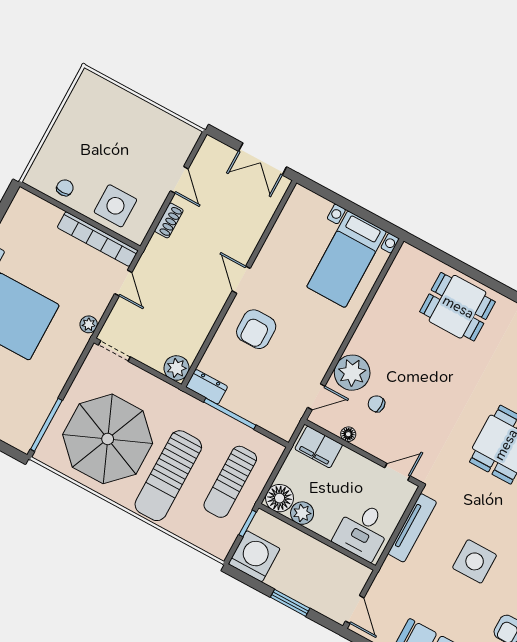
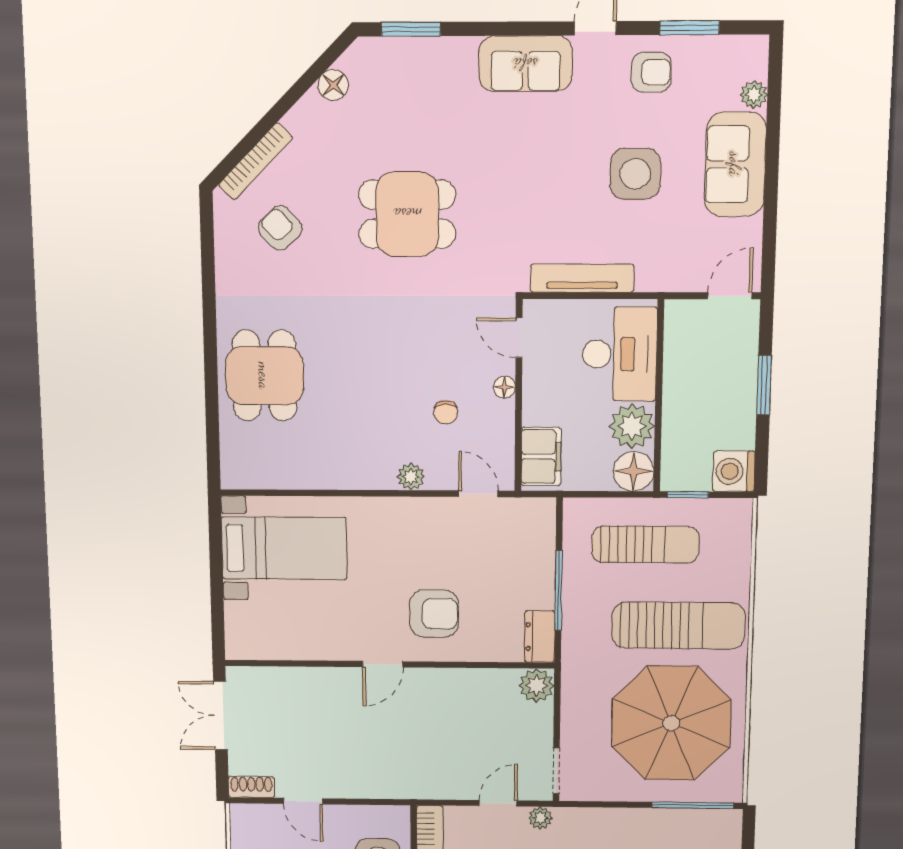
double door: (263, 159) -> (220, 716), swing flipped
door: (179, 180) -> (303, 801), swing flipped
shoe rack: (169, 220) -> (251, 787), moved
door: (123, 283) -> (498, 803), moved
plant: (352, 373) -> (411, 477), width x0.53, depth x0.53
floor lamp: (348, 434) -> (504, 387), moved
plant: (302, 513) -> (632, 426), width x1.36, depth x1.36
desk: (363, 531) -> (620, 354), width x1.37
washing machine: (254, 556) -> (734, 471), width x0.73, depth x0.73
side table: (475, 561) -> (635, 174), moved

